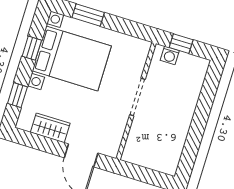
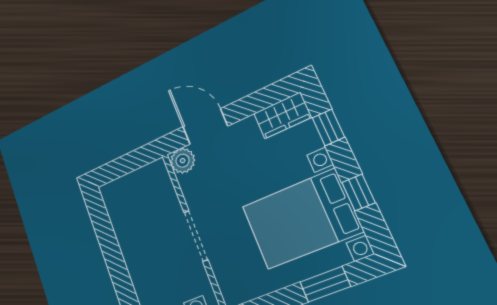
wardrobe: (50, 128) -> (282, 115), moved
plant: (110, 147) -> (183, 161), added

